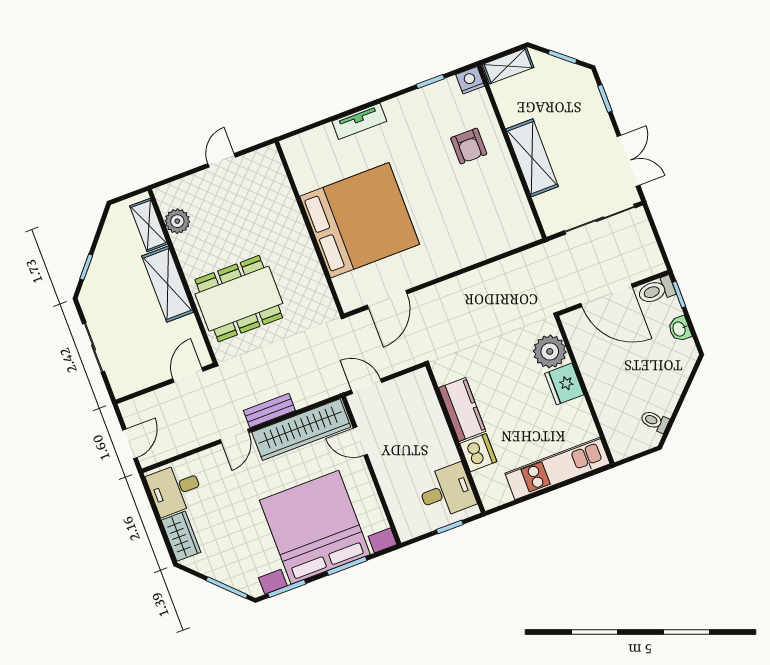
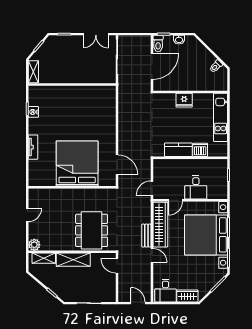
nightstand: (470, 80) -> (33, 112), moved
armchair: (469, 146) -> (62, 103), removed
shelving: (532, 158) -> (78, 76), removed
door: (222, 160) -> (27, 215), swing flipped
double door: (628, 161) -> (96, 34), swing flipped
plant: (177, 221) -> (34, 245), moved
plant: (550, 351) -> (167, 101), removed
desk: (446, 491) -> (196, 188), moved, turned 180

